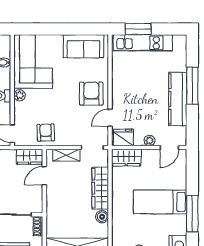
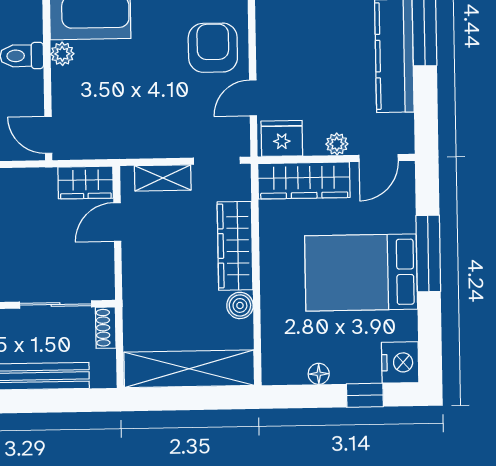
armchair: (46, 133) -> (119, 131), removed
wardrobe: (126, 158) -> (304, 181), width x1.50
bed: (160, 202) -> (361, 273), width x1.50
window: (192, 214) -> (428, 254), moved

